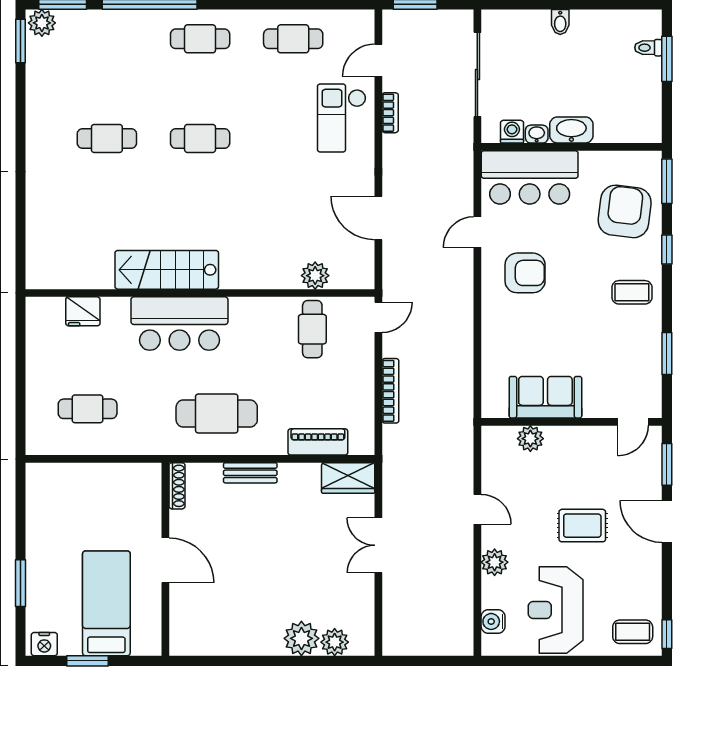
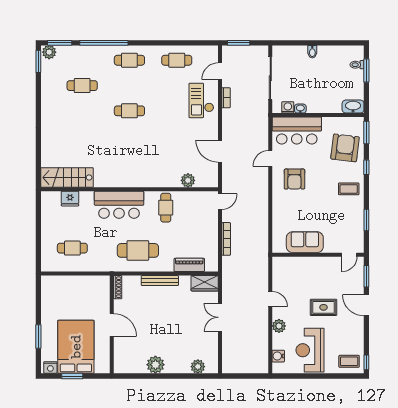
washbasin: (571, 130) -> (353, 107), moved
cafe table: (107, 138) -> (82, 86), moved
stairs: (167, 270) -> (67, 177), moved
armchair: (525, 273) -> (294, 179), turned 90
cafe table: (312, 329) -> (166, 208), moved
plant: (530, 439) -> (297, 263), removed
bench: (250, 473) -> (160, 281), width x1.36
bed: (106, 603) -> (76, 347), width x1.50
plant: (301, 638) -> (155, 365), moved

